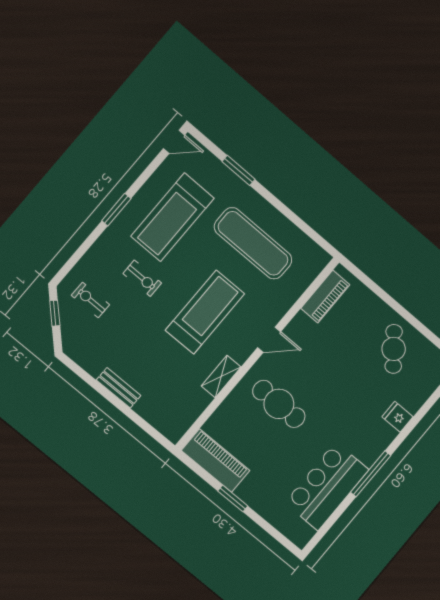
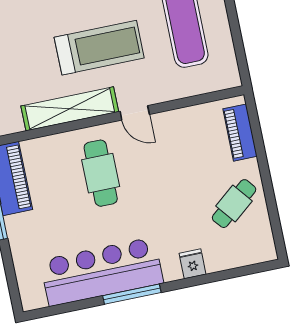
piano: (325, 297) -> (240, 133), moved, turned 90
shelving: (221, 376) -> (70, 109), width x2.20, depth x1.33
bar counter: (327, 486) -> (102, 272), width x1.36

